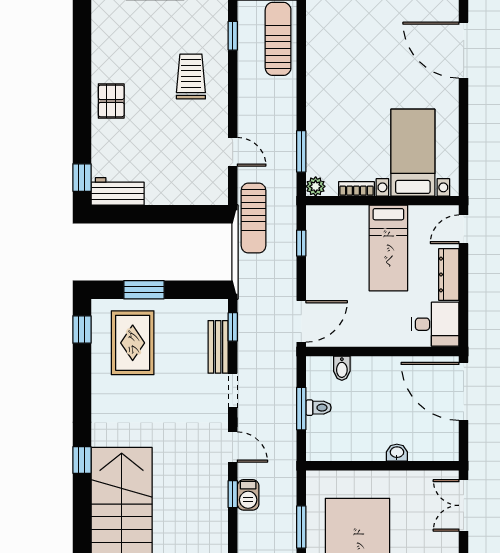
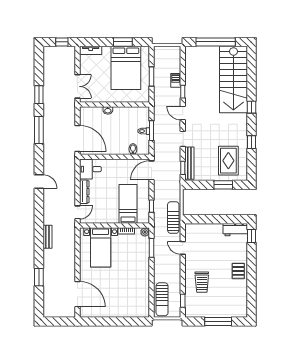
bed: (388, 248) -> (128, 204), moved
window: (82, 329) -> (252, 142), moved
bench: (218, 347) -> (189, 163), width x1.36
barbecue: (248, 495) -> (176, 80), moved

